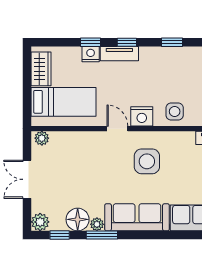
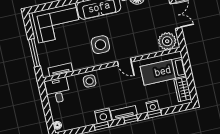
tv unit: (119, 54) -> (124, 113), moved
nightstand: (142, 116) -> (103, 116), moved, turned 180
plant: (42, 138) -> (167, 41), width x1.88, depth x1.88

